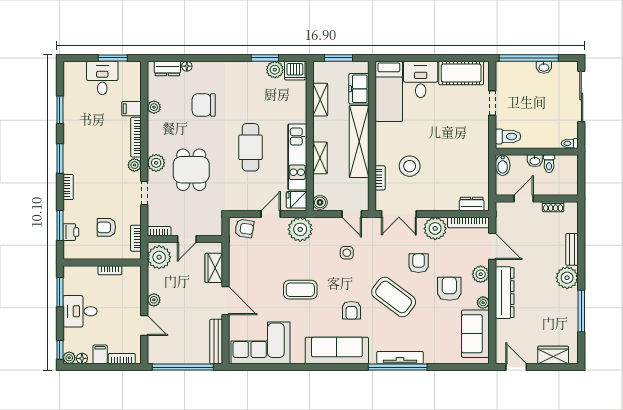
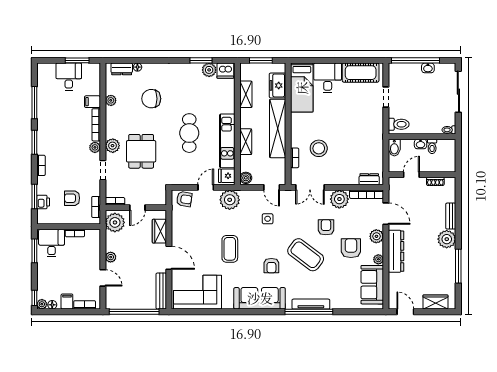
window: (60, 110) -> (34, 103), width x1.44
coffee table: (300, 290) -> (230, 249), turned 90
desk: (80, 311) -> (52, 243), moved, turned 90

